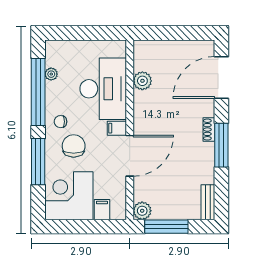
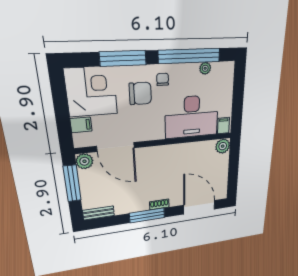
plant: (142, 81) -> (223, 146), moved
filing cabinet: (117, 128) -> (223, 126), moved
door: (130, 156) -> (116, 147), moved

